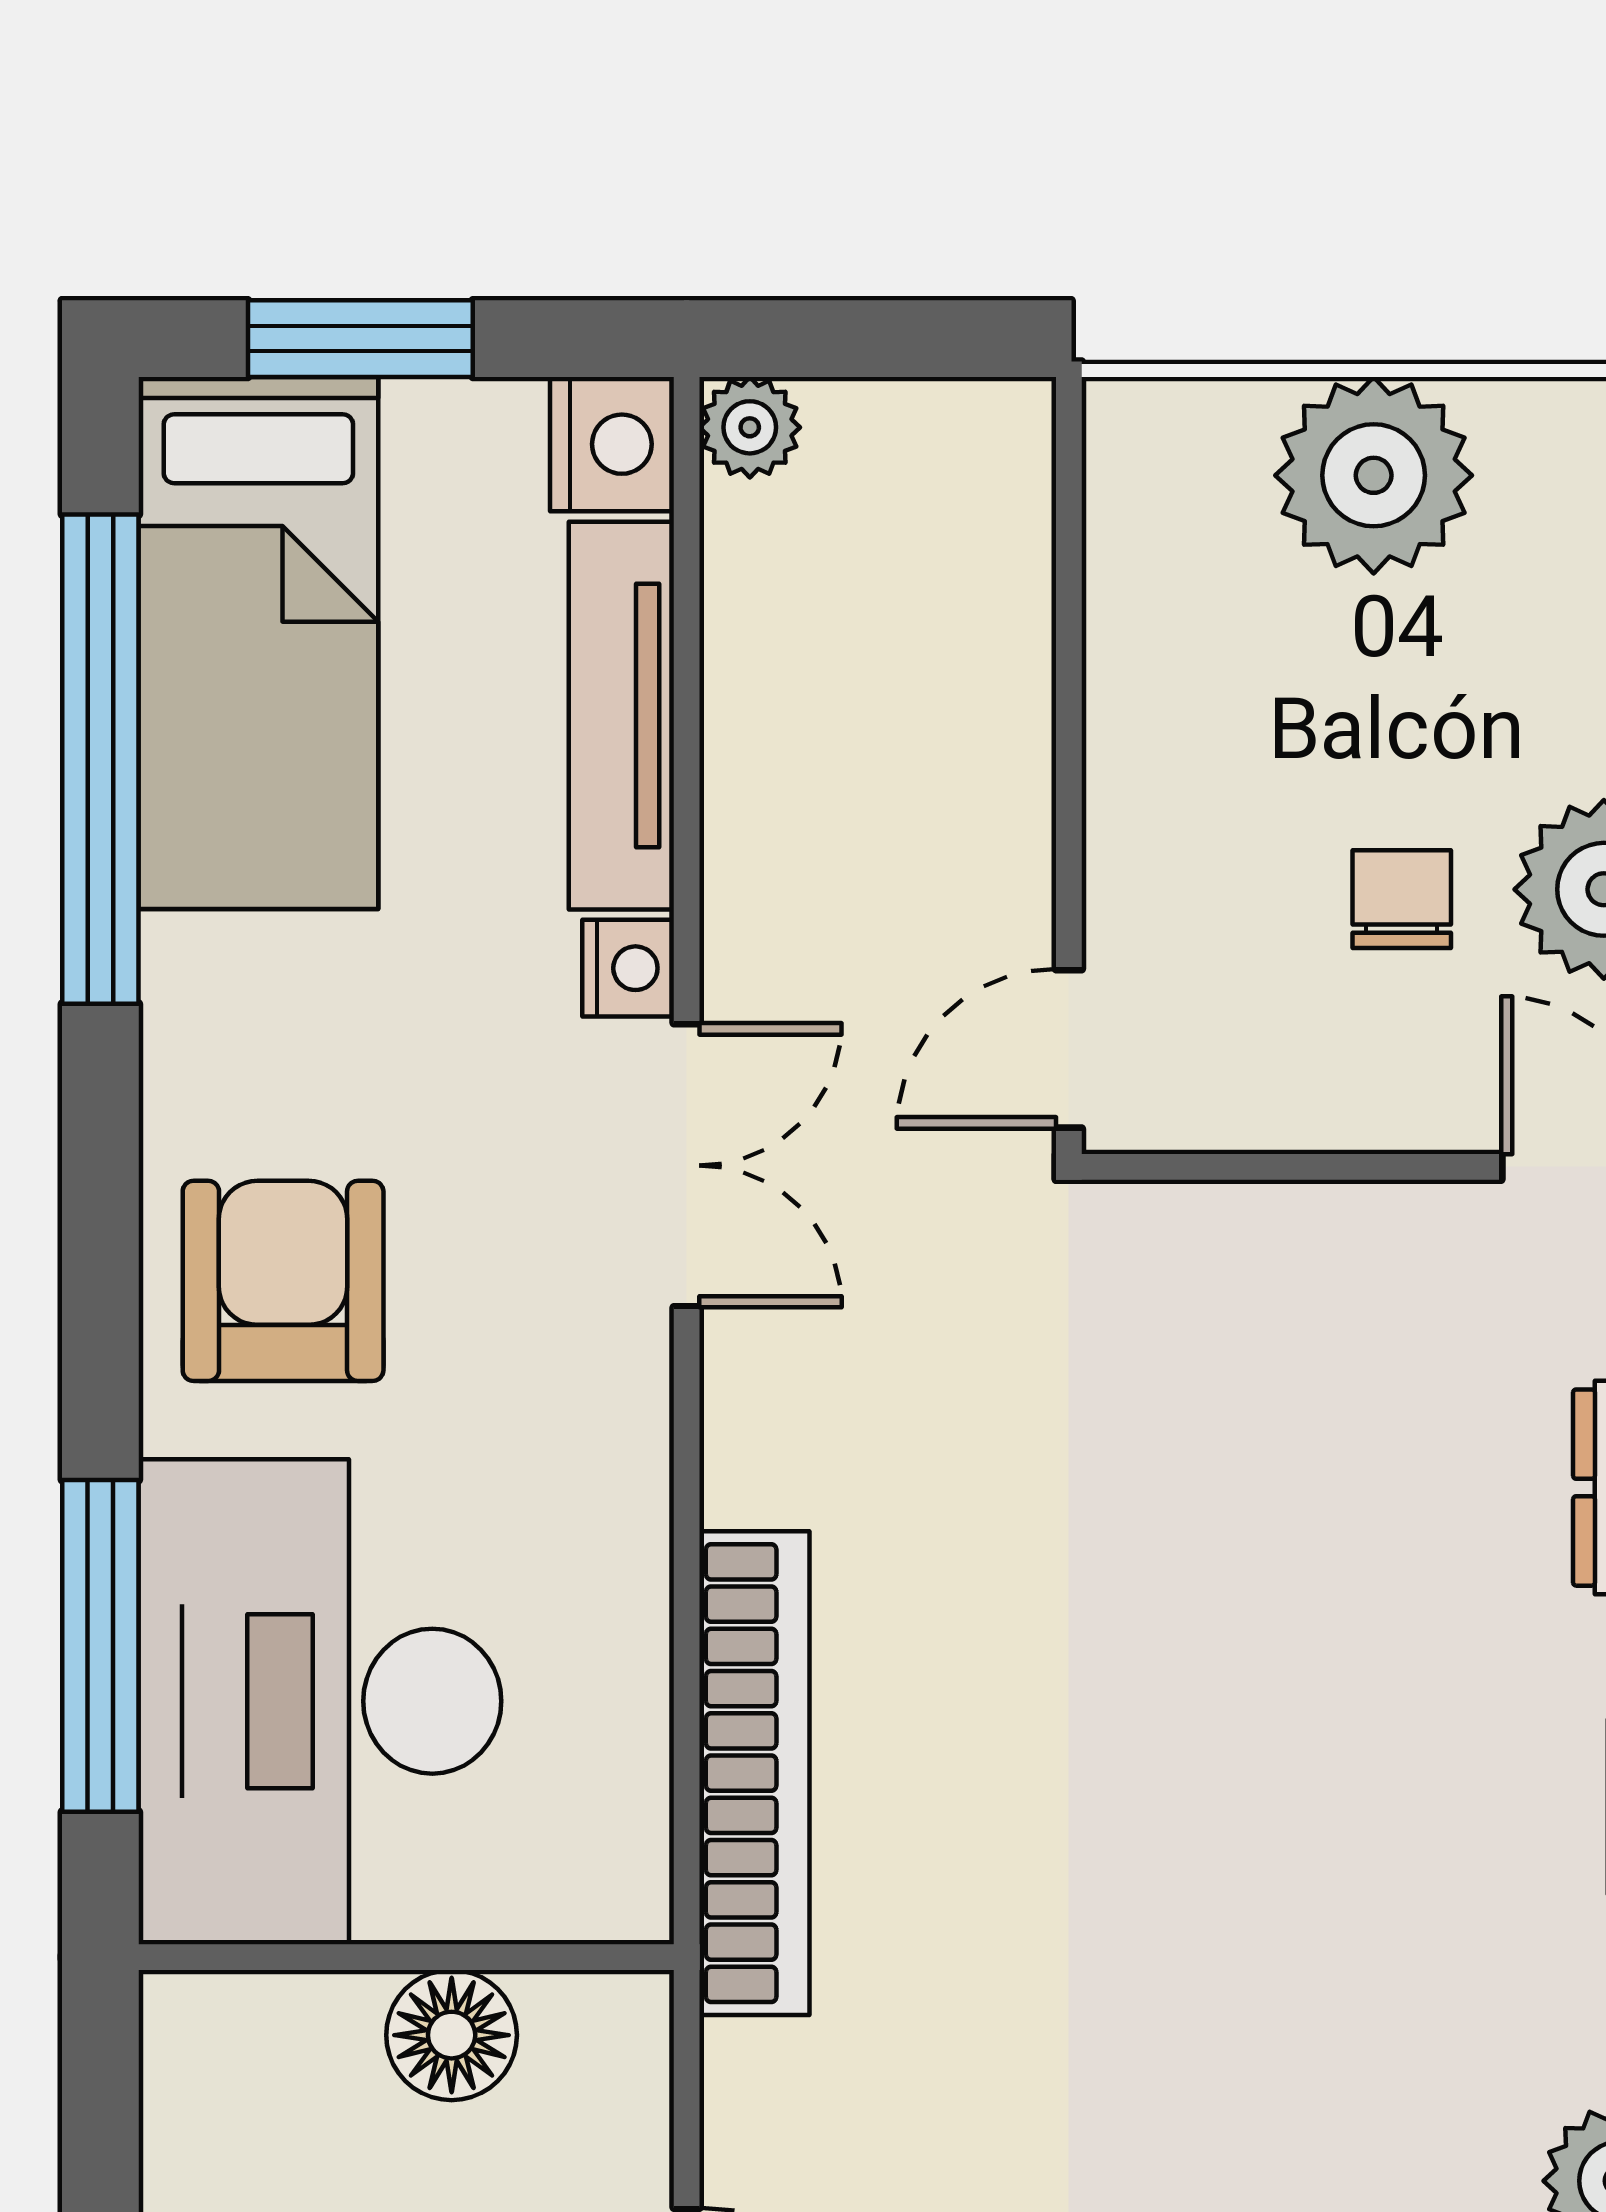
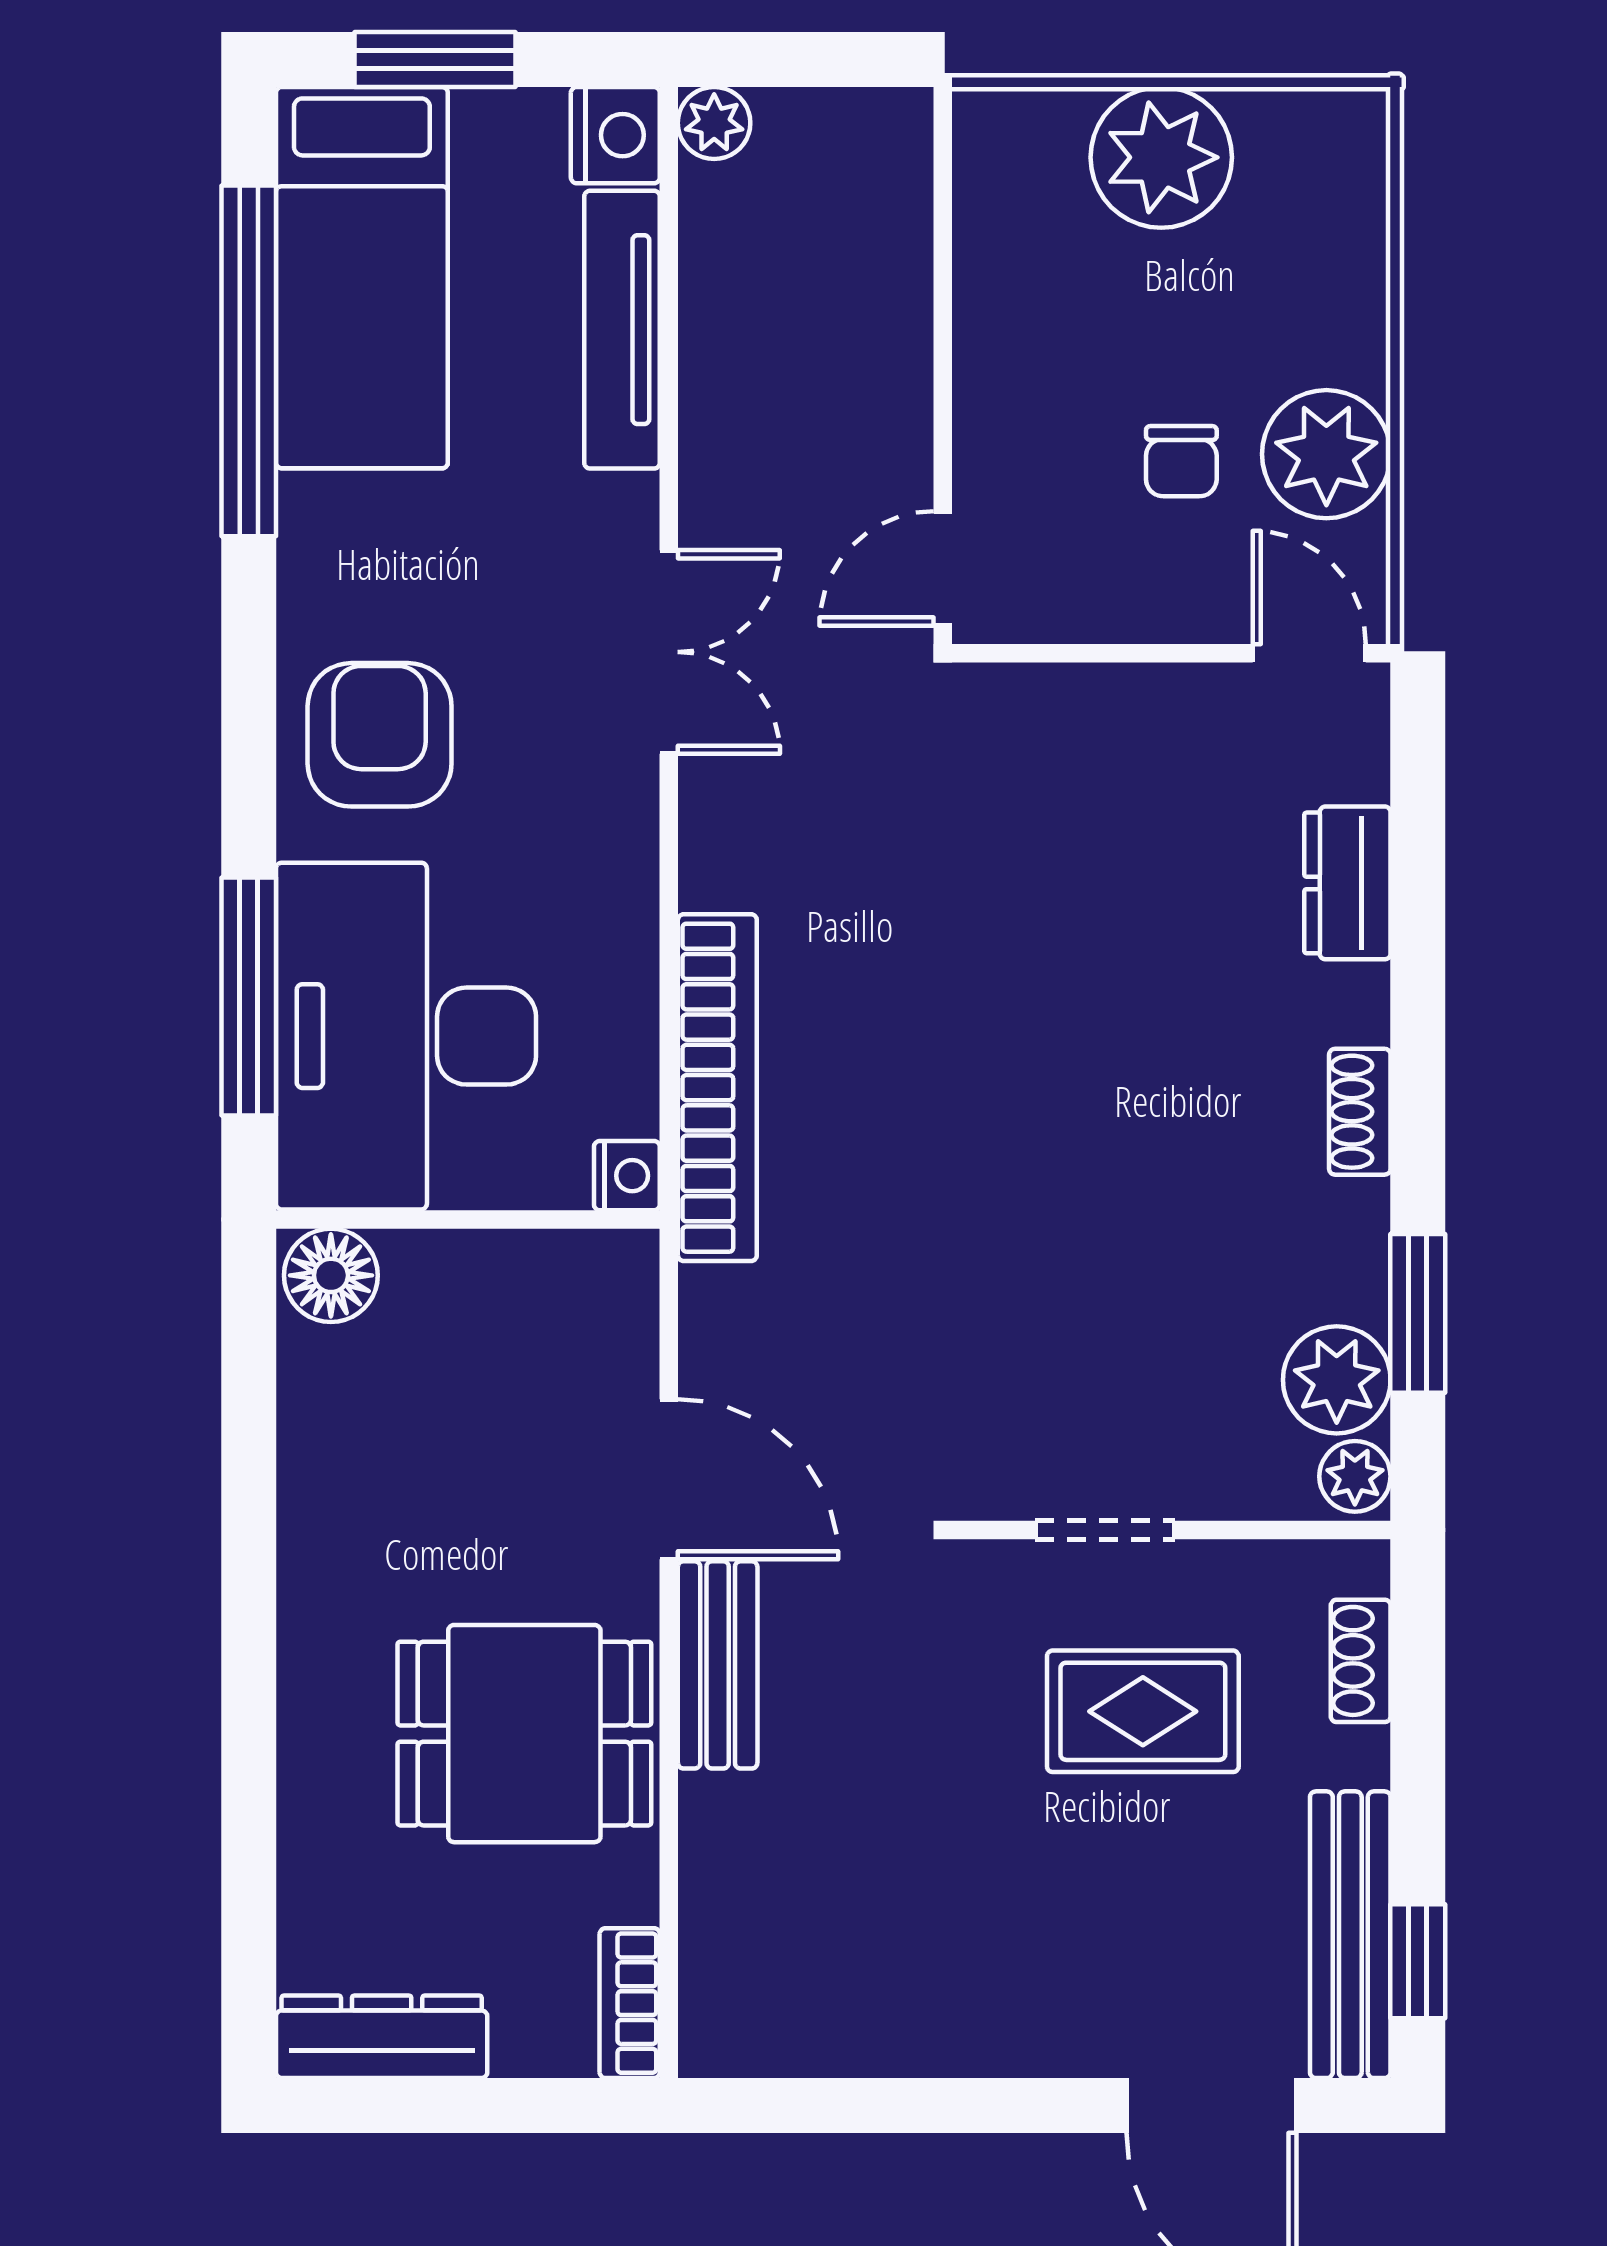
chair: (1402, 899) -> (1181, 461), turned 180
nightstand: (628, 968) -> (627, 1176), moved
floor lamp: (452, 2035) -> (331, 1275), moved

